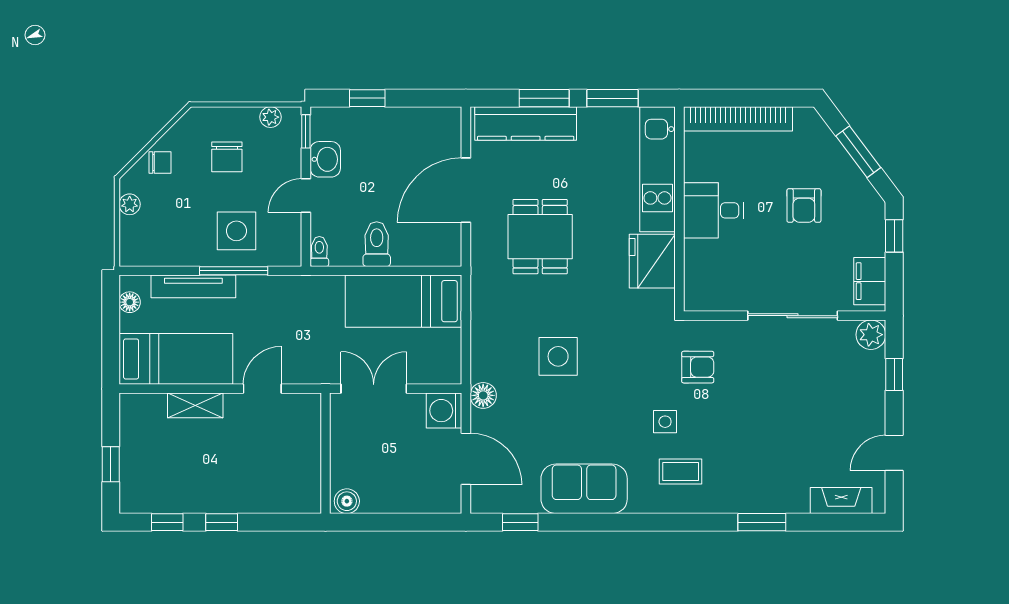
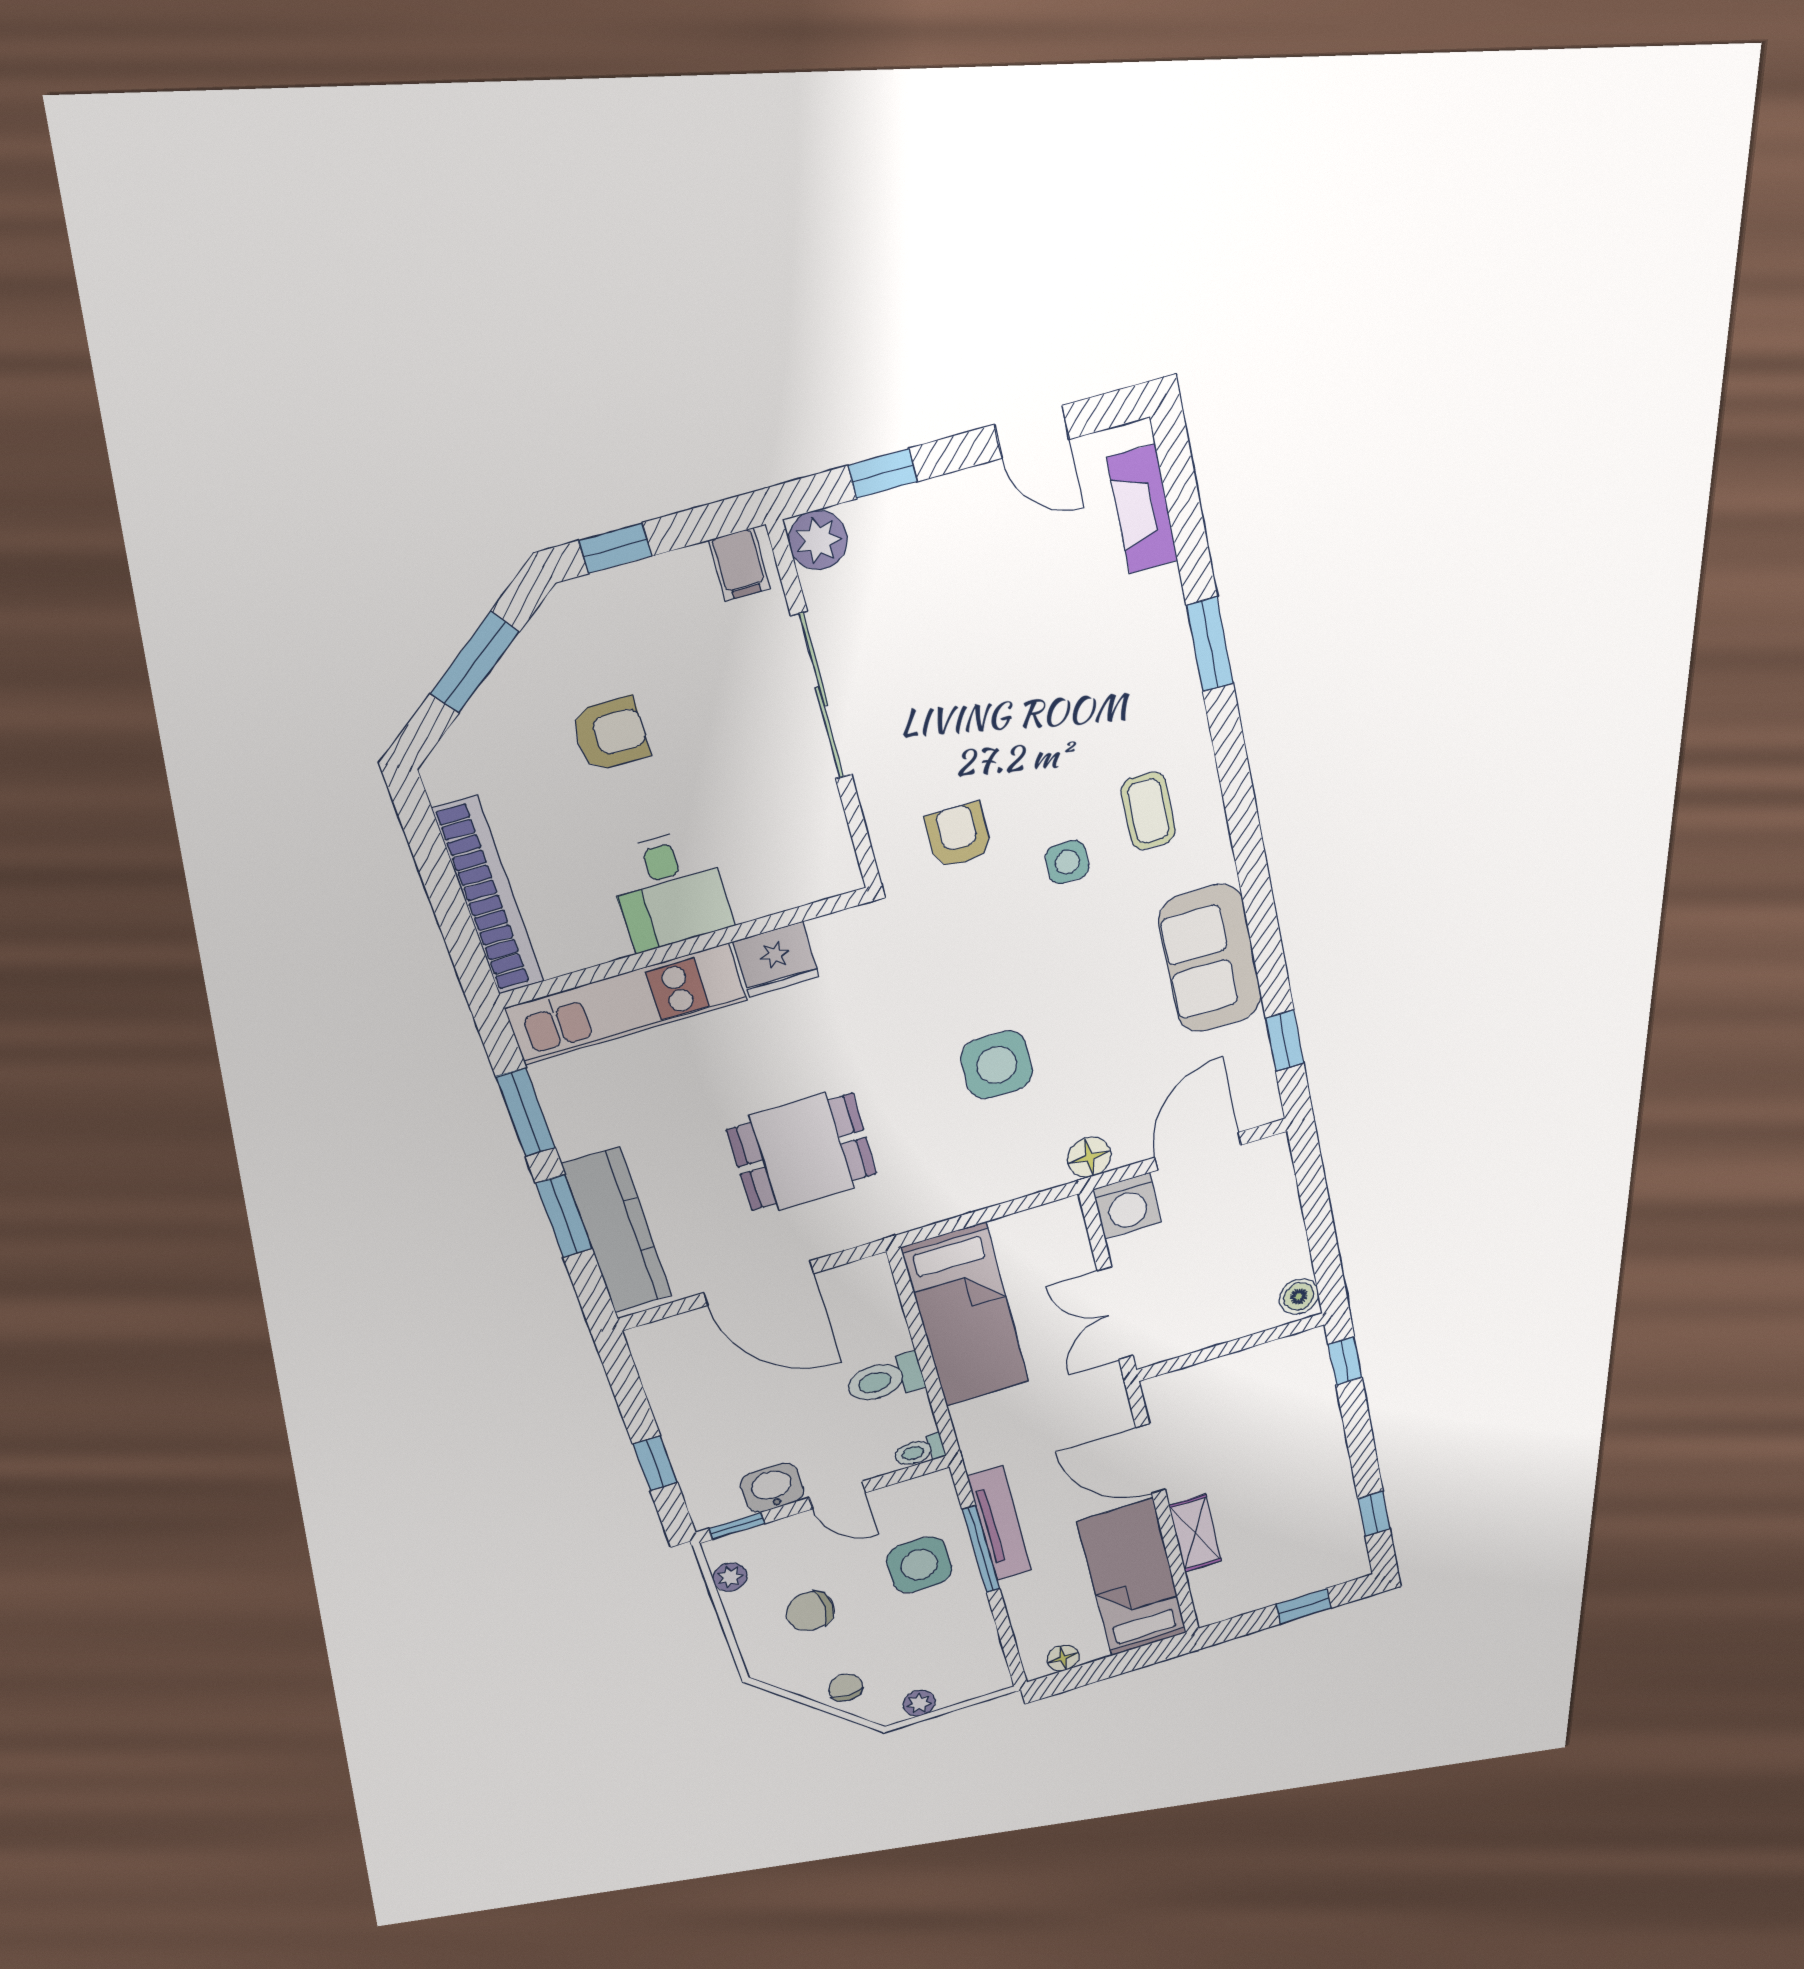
chair: (227, 157) -> (810, 1611), turned 180
fridge: (652, 261) -> (776, 959), width x0.73, depth x0.75
filing cabinet: (870, 281) -> (739, 564), width x0.50
tv unit: (193, 286) -> (1000, 1524), moved
door: (262, 389) -> (1151, 1459), width x1.38
window: (222, 522) -> (1345, 1361), moved

